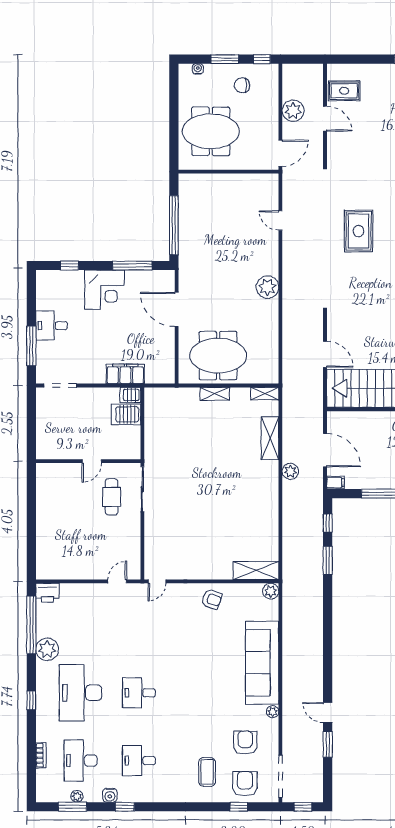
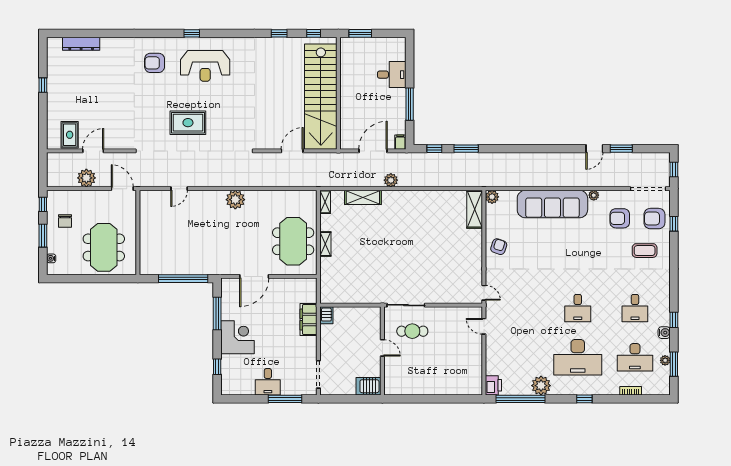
server rack: (126, 414) -> (368, 386), moved, turned 90

